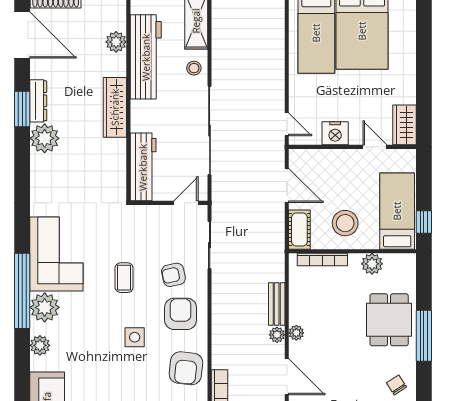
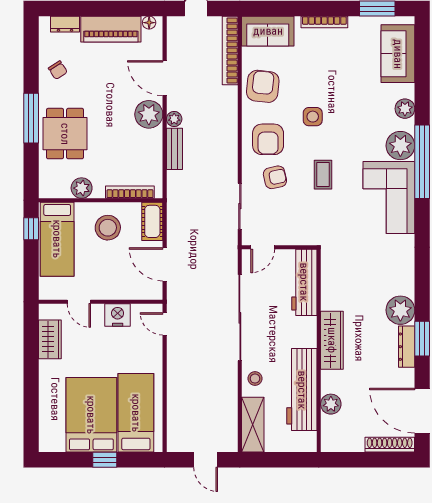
wardrobe: (405, 125) -> (50, 339), moved
plant: (296, 333) -> (149, 114), width x1.87, depth x1.87

